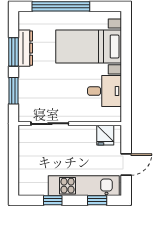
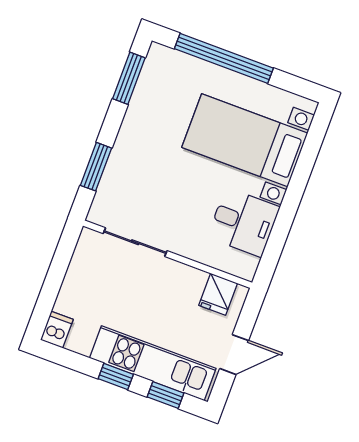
dresser: (25, 48) -> (141, 105), removed
window: (13, 52) -> (129, 78), moved
dishwasher: (25, 187) -> (57, 330), added
window: (53, 200) -> (116, 377), moved

